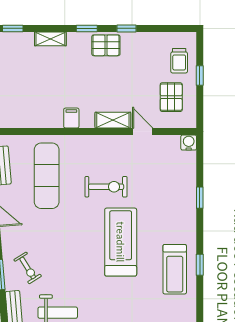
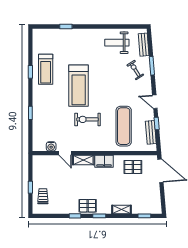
pallet: (171, 97) -> (133, 167), moved, turned 90
filing cabinet: (71, 118) -> (104, 161), width x2.00
water cooler: (189, 143) -> (51, 146), moved
treadmill: (175, 269) -> (46, 69), turned 180

